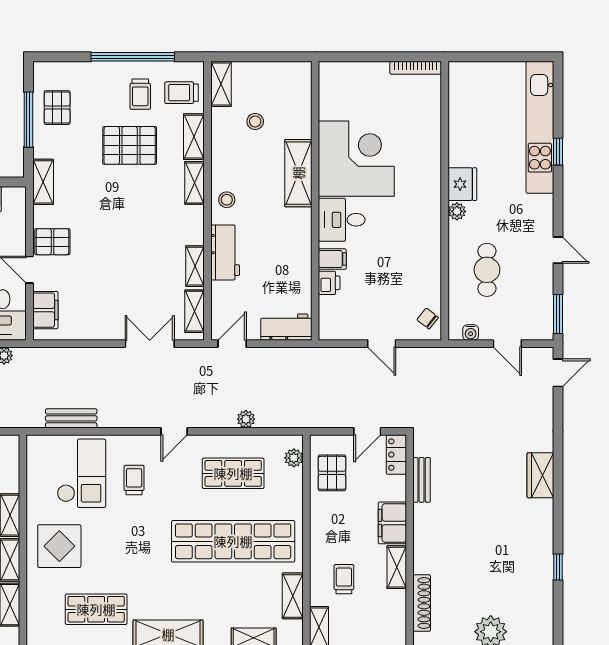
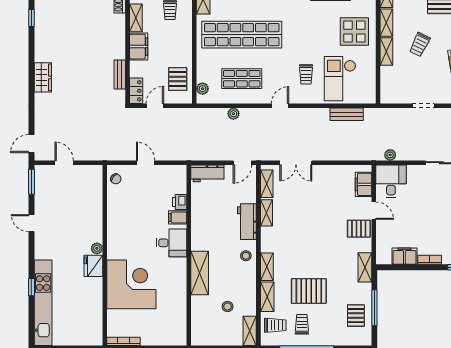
corner desk: (356, 159) -> (131, 284), moved, turned 180
cafe table: (487, 270) -> (77, 210), removed
water cooler: (471, 332) -> (88, 170), removed

